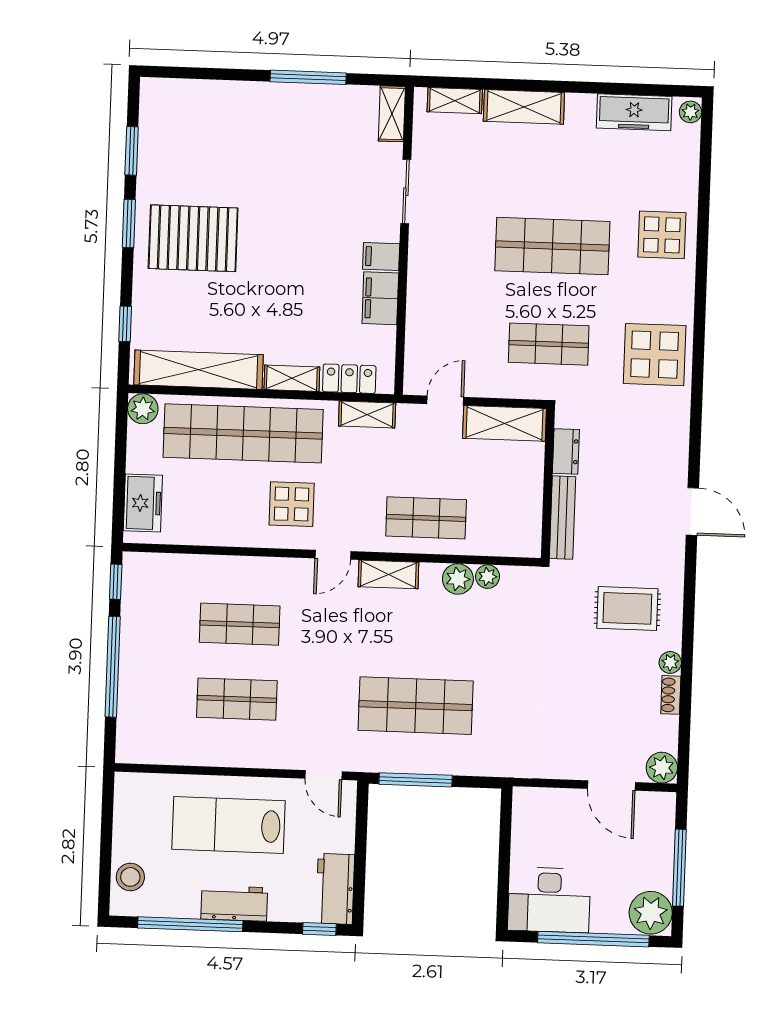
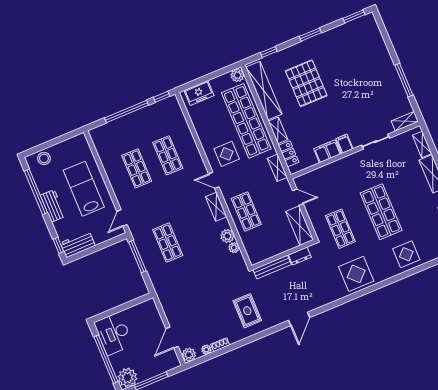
window: (132, 151) -> (354, 16), moved
pallet: (193, 238) -> (306, 83), moved
plant: (670, 662) -> (206, 350), moved
shop shelf: (416, 706) -> (168, 243), width x0.70, depth x0.74

